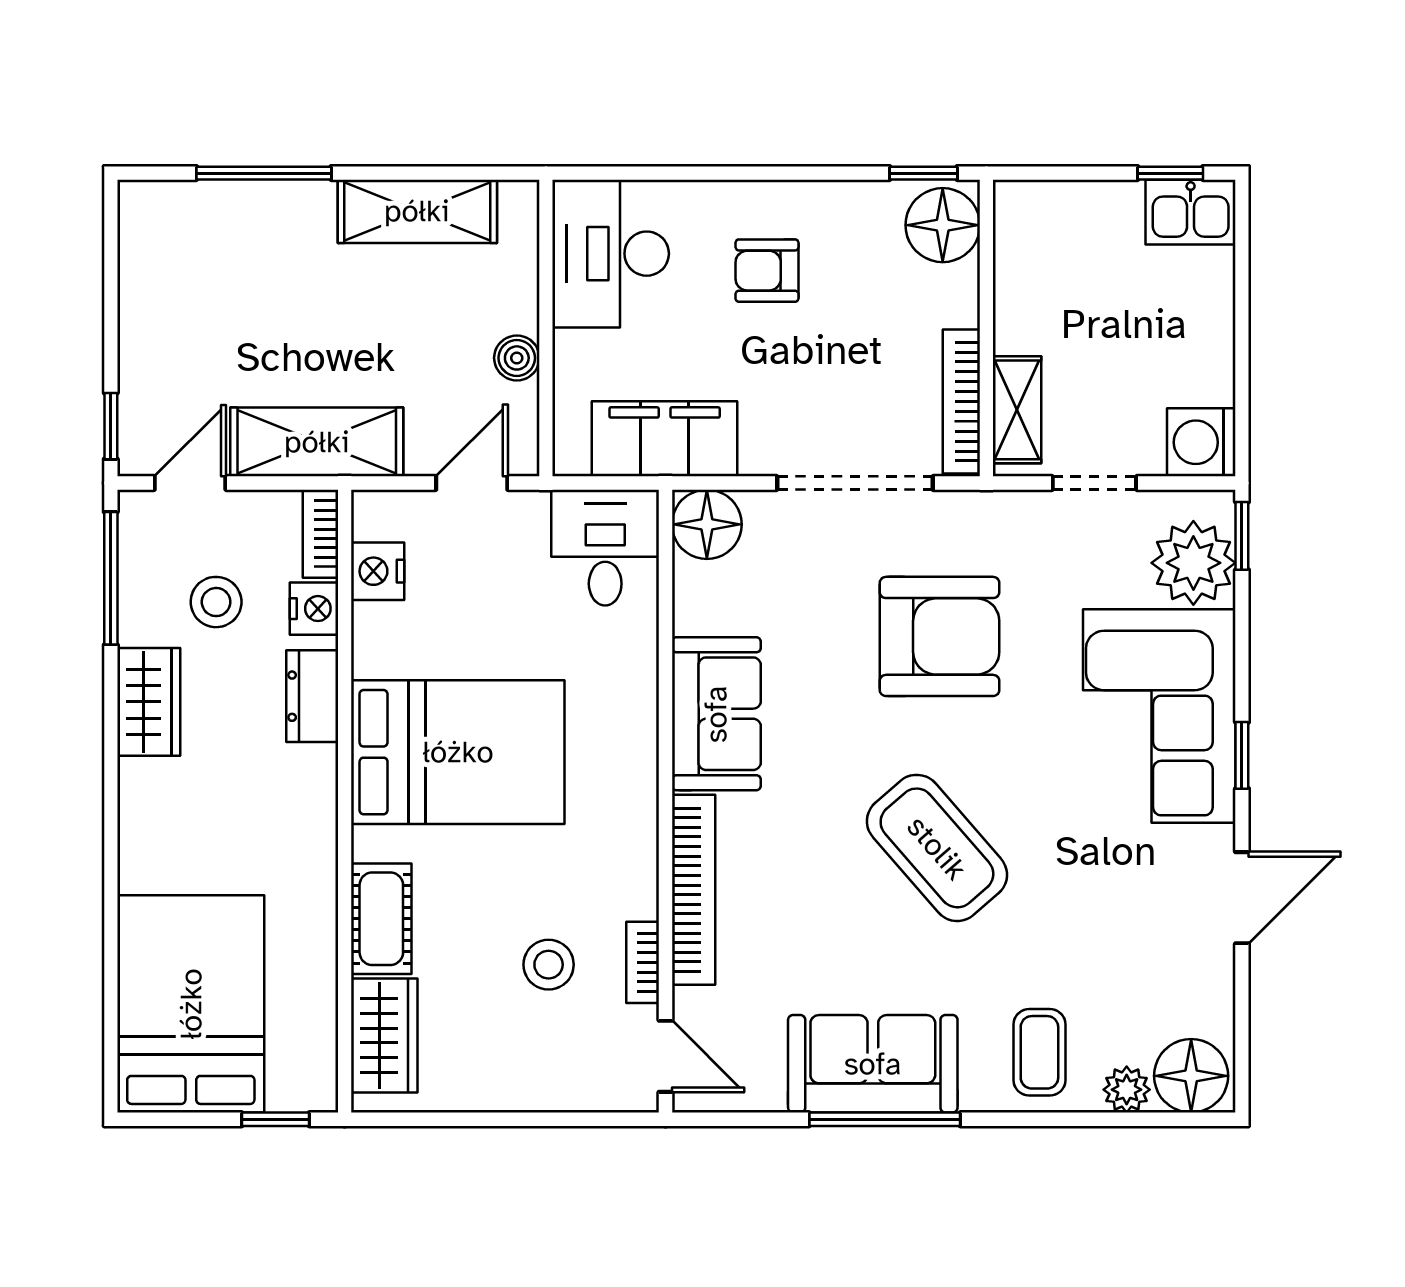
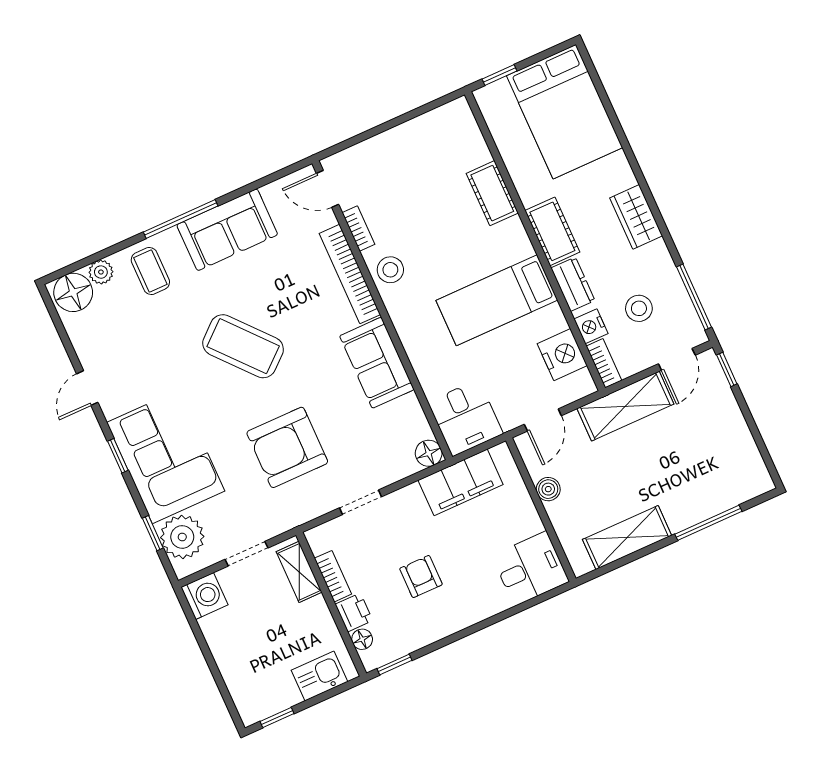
kitchen sink: (1191, 212) -> (319, 676), moved
floor lamp: (943, 225) -> (362, 639), width x0.53, depth x0.53
desk: (611, 254) -> (530, 568), width x0.73
armchair: (767, 271) -> (421, 577), moved, turned -90
printer: (953, 296) -> (354, 612), added
bookcase: (961, 402) -> (333, 576), width x0.64
doorway: (855, 483) -> (360, 502), width x0.53
floor lamp: (707, 524) -> (429, 453), width x0.73, depth x0.73
window: (1242, 536) -> (153, 533), moved
nightstand: (378, 571) -> (562, 355), width x1.36, depth x1.33
wardrobe: (149, 702) -> (636, 217), moved
bed: (458, 752) -> (497, 300), width x0.67
cot: (307, 805) -> (552, 231), added
door: (1242, 898) -> (87, 388), width x0.73
stool: (549, 965) -> (390, 270), moved
wardrobe: (384, 1036) -> (466, 138), removed
window: (885, 1119) -> (181, 219), moved

